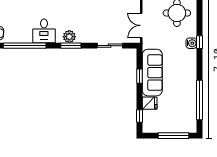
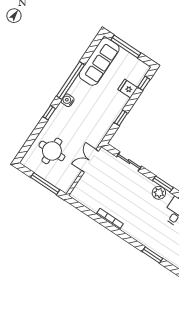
double door: (141, 25) -> (90, 161), swing flipped
water cooler: (191, 43) -> (68, 100), moved
sofa: (152, 73) -> (99, 62), moved, turned 180
window: (200, 100) -> (71, 81), moved

